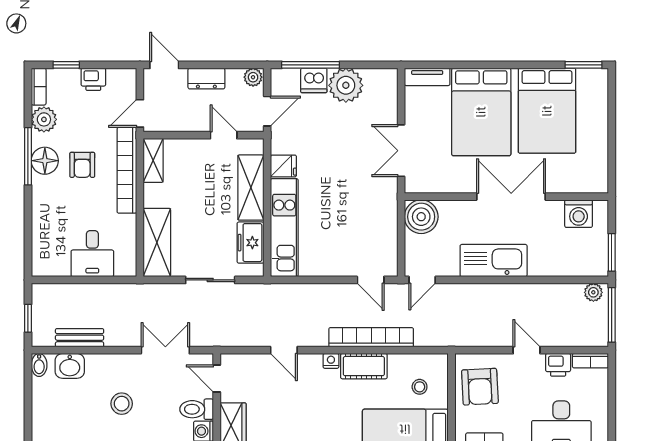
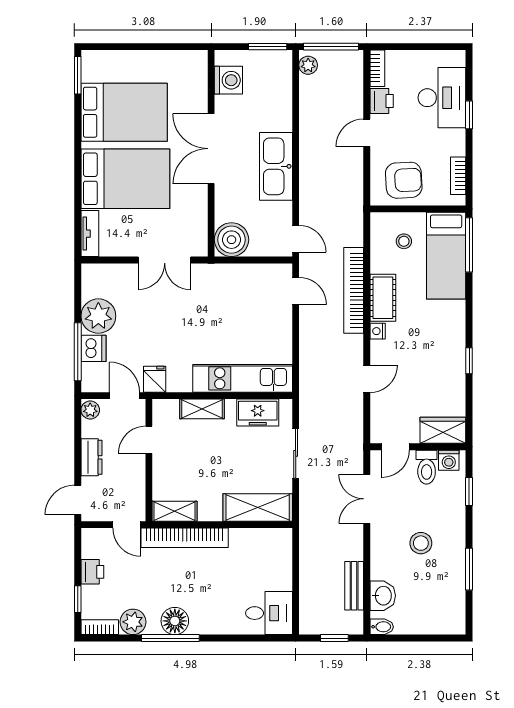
armchair: (82, 165) -> (179, 583), removed
fridge: (283, 166) -> (155, 379), moved
shelving: (251, 188) -> (202, 409), width x0.67, depth x0.75
desk: (92, 254) -> (269, 613), moved
door: (371, 280) -> (296, 291), hinge flipped

